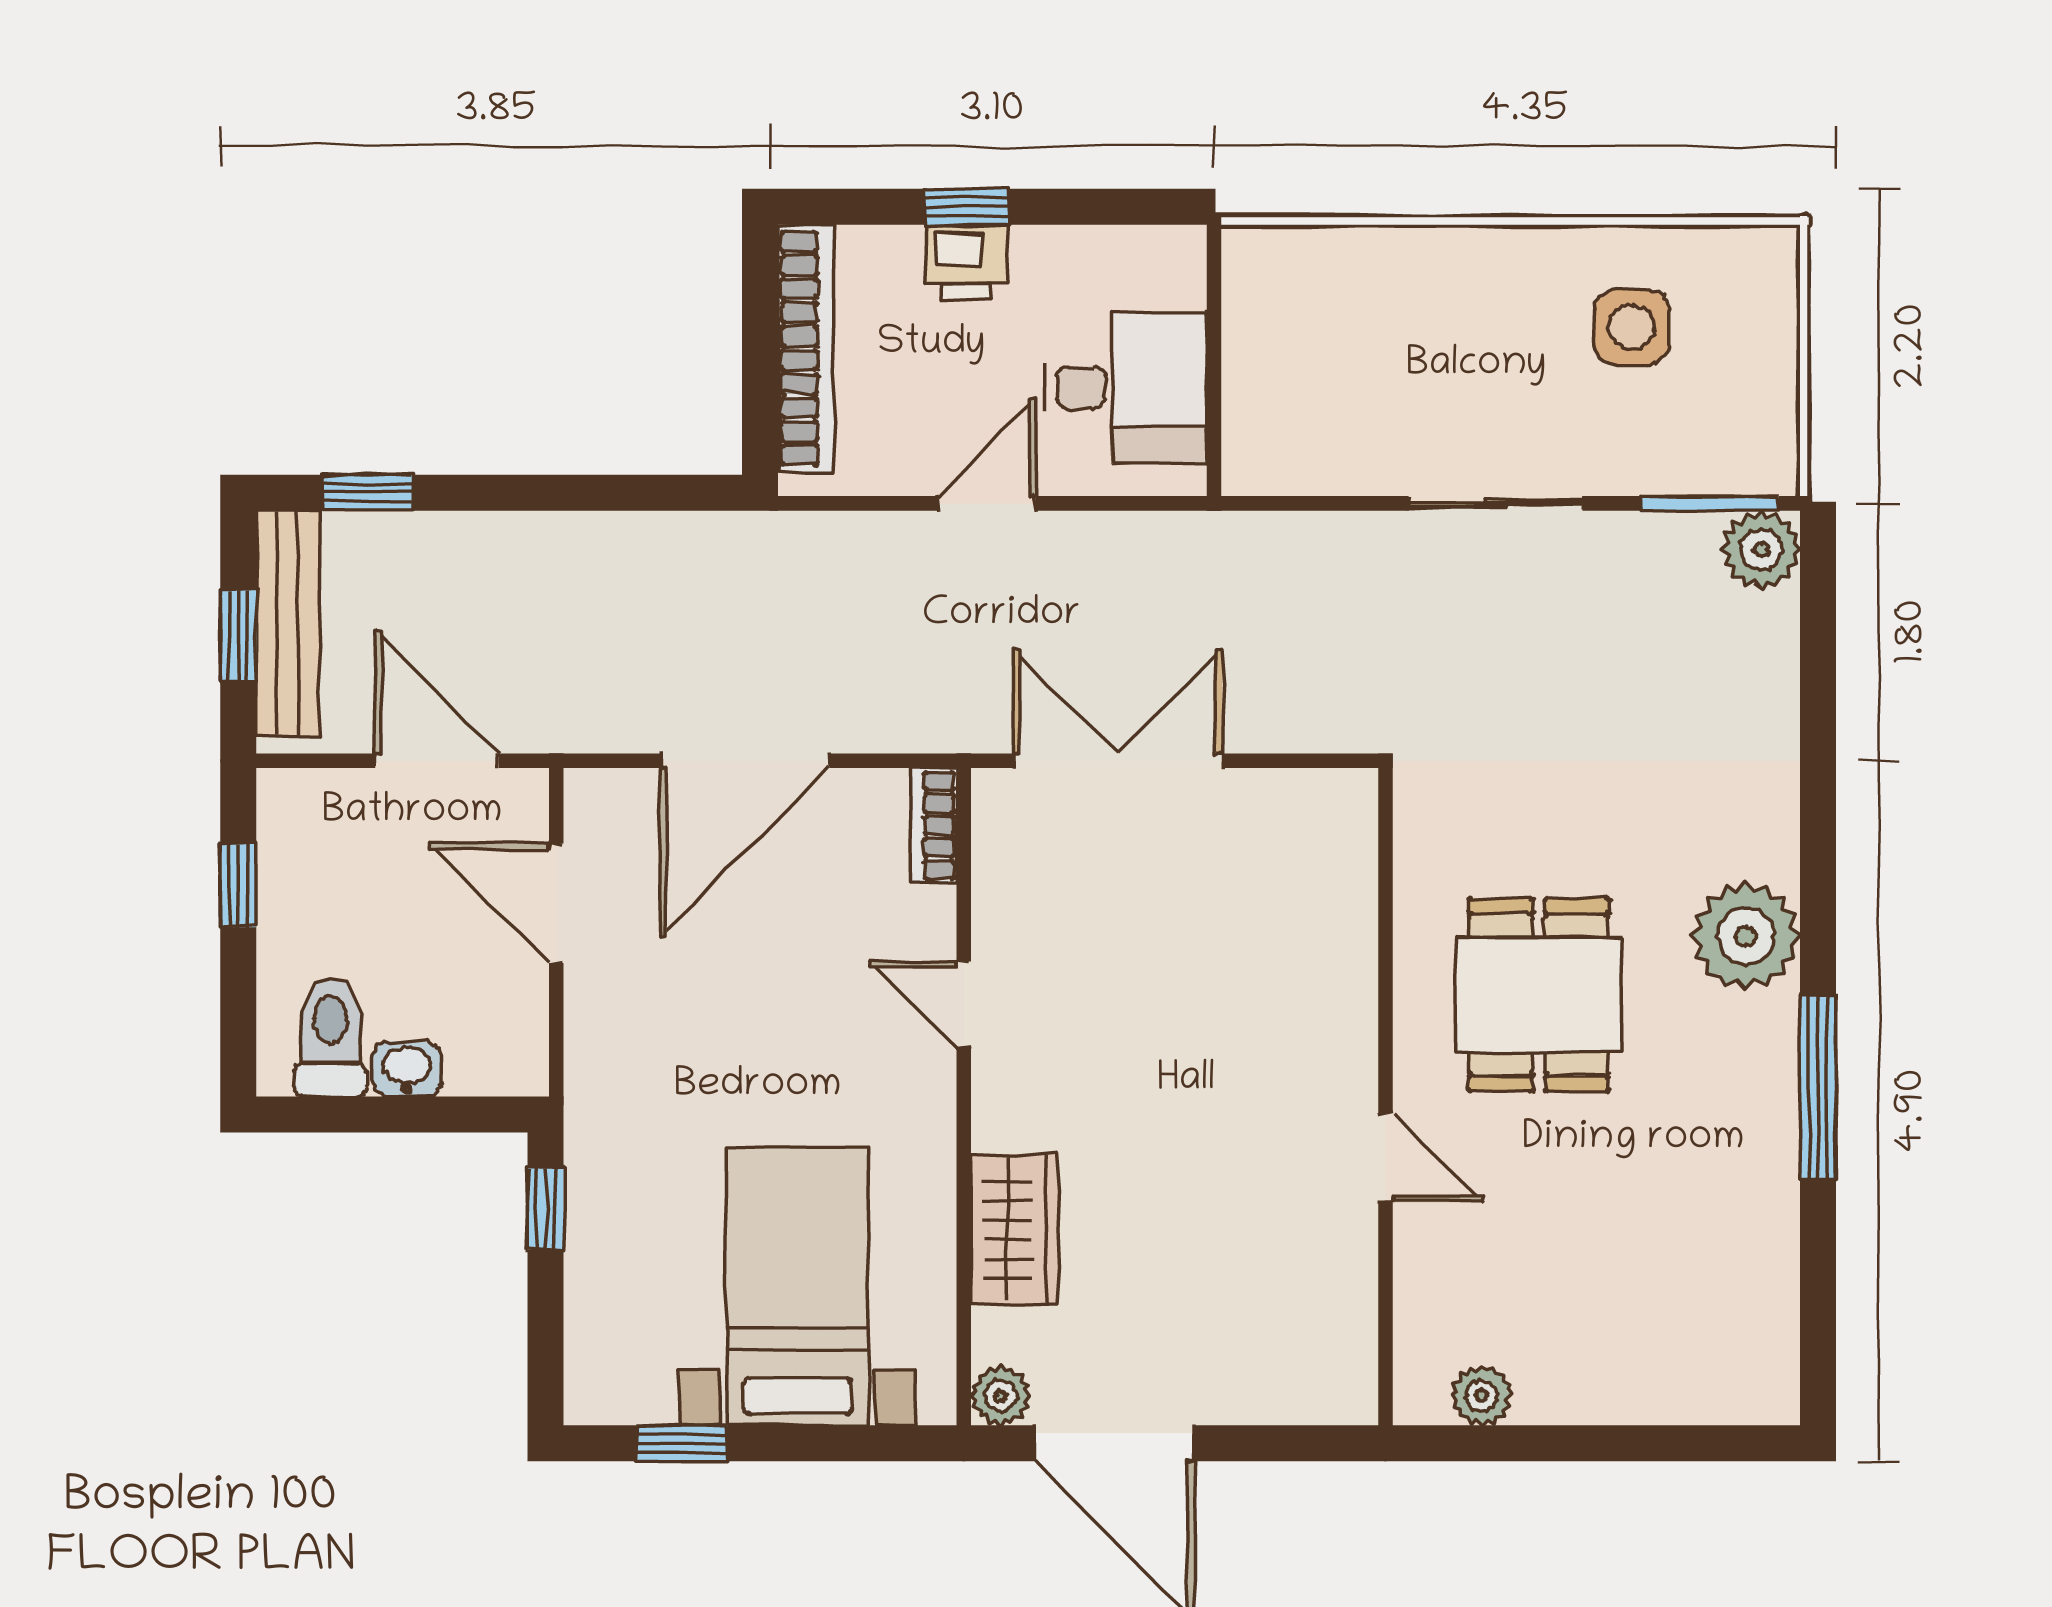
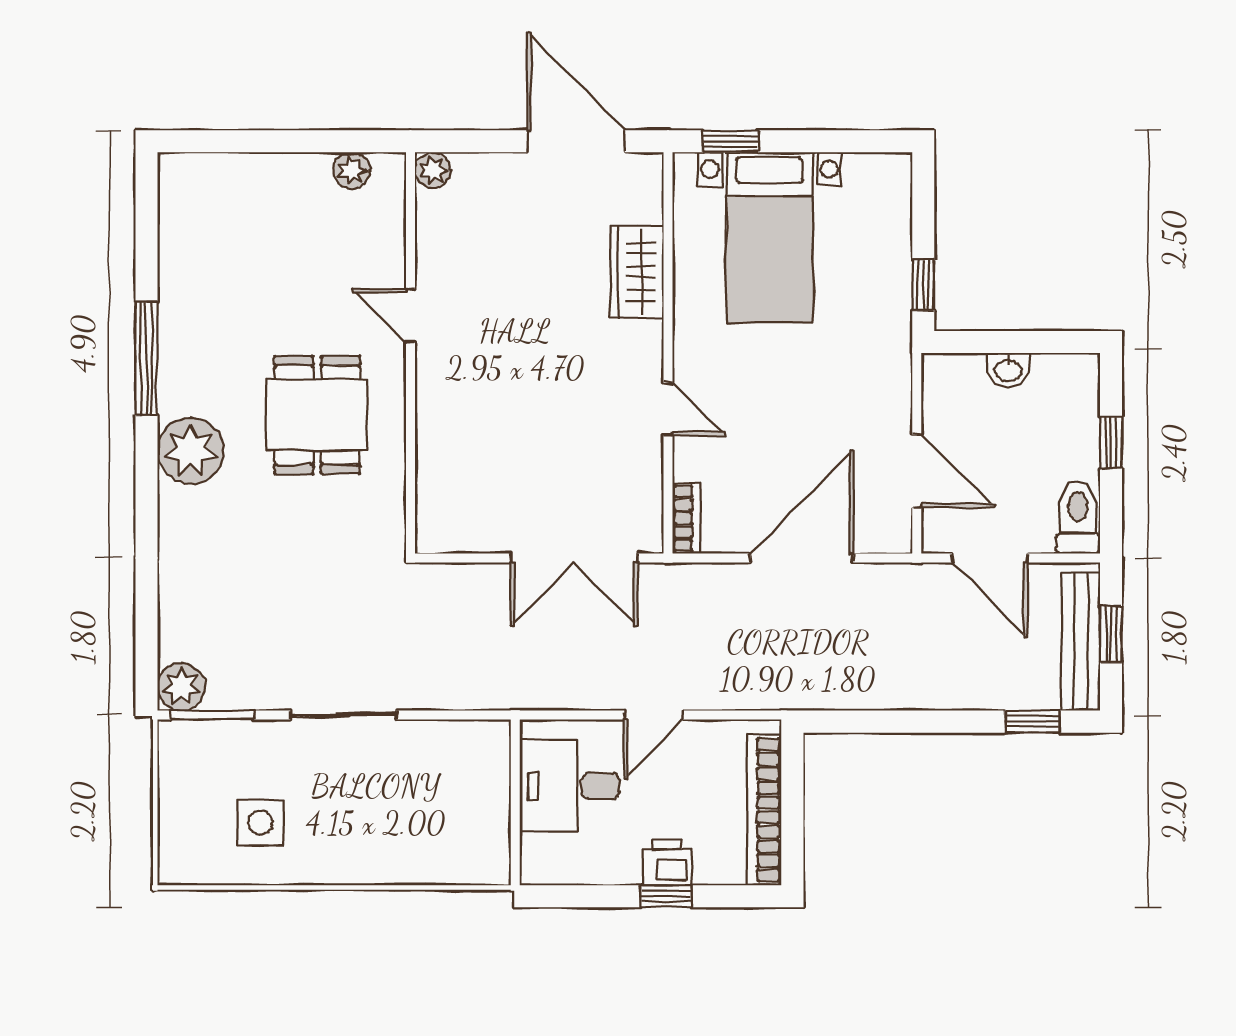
window: (238, 885) -> (1111, 443), moved
toilet: (330, 1037) -> (1078, 517), moved, turned 180
plant: (1000, 1396) -> (433, 170), moved
window: (682, 1443) -> (731, 141), moved

